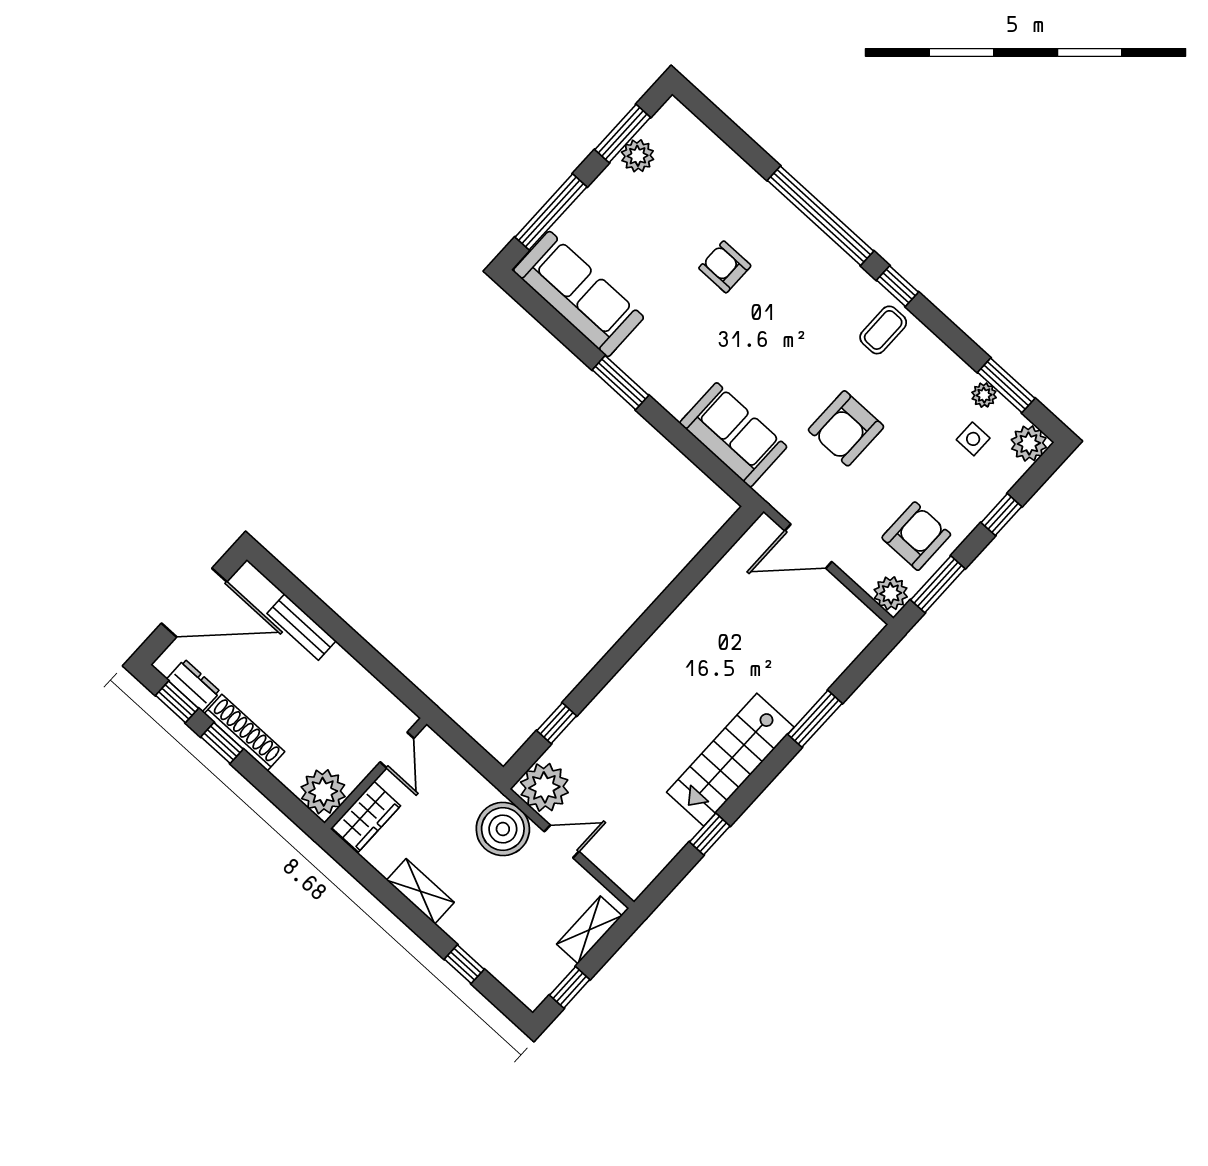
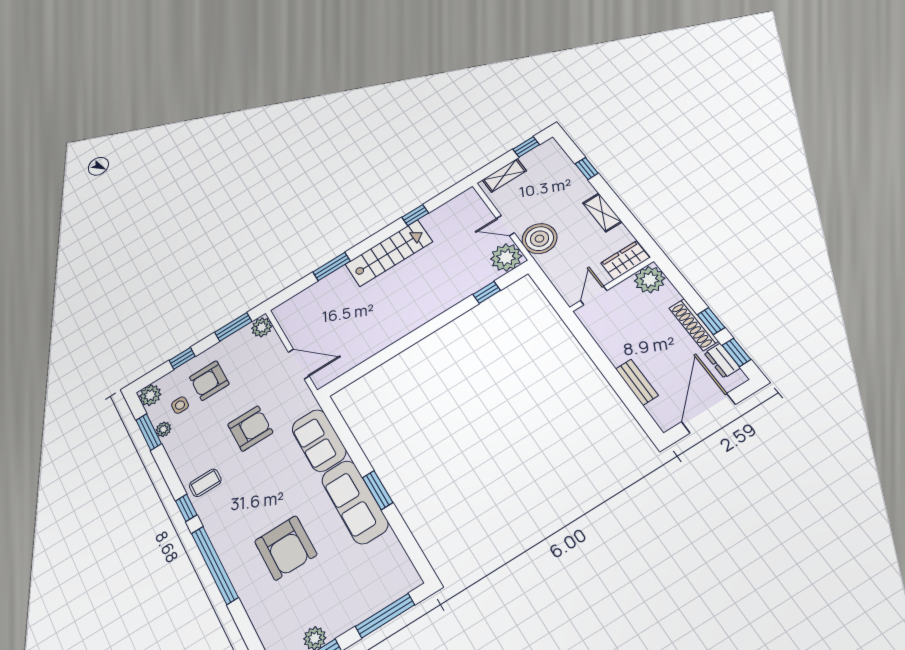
armchair: (725, 267) -> (286, 548), width x1.88, depth x1.88
sofa: (579, 294) -> (355, 502), moved
armchair: (916, 536) -> (209, 381), moved
door: (194, 603) -> (708, 413), hinge flipped

